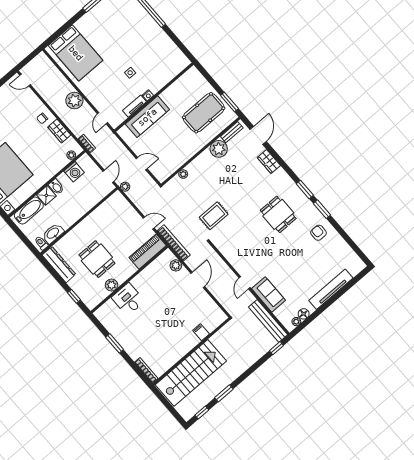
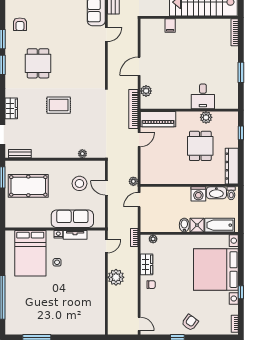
bed: (76, 53) -> (30, 253), moved, turned 180
stool: (166, 149) -> (79, 183), added
plant: (219, 149) -> (40, 150), removed
washing machine: (74, 172) -> (198, 194), moved, turned 180
rug: (214, 216) -> (59, 105), moved
door: (149, 223) -> (139, 140), swing flipped

